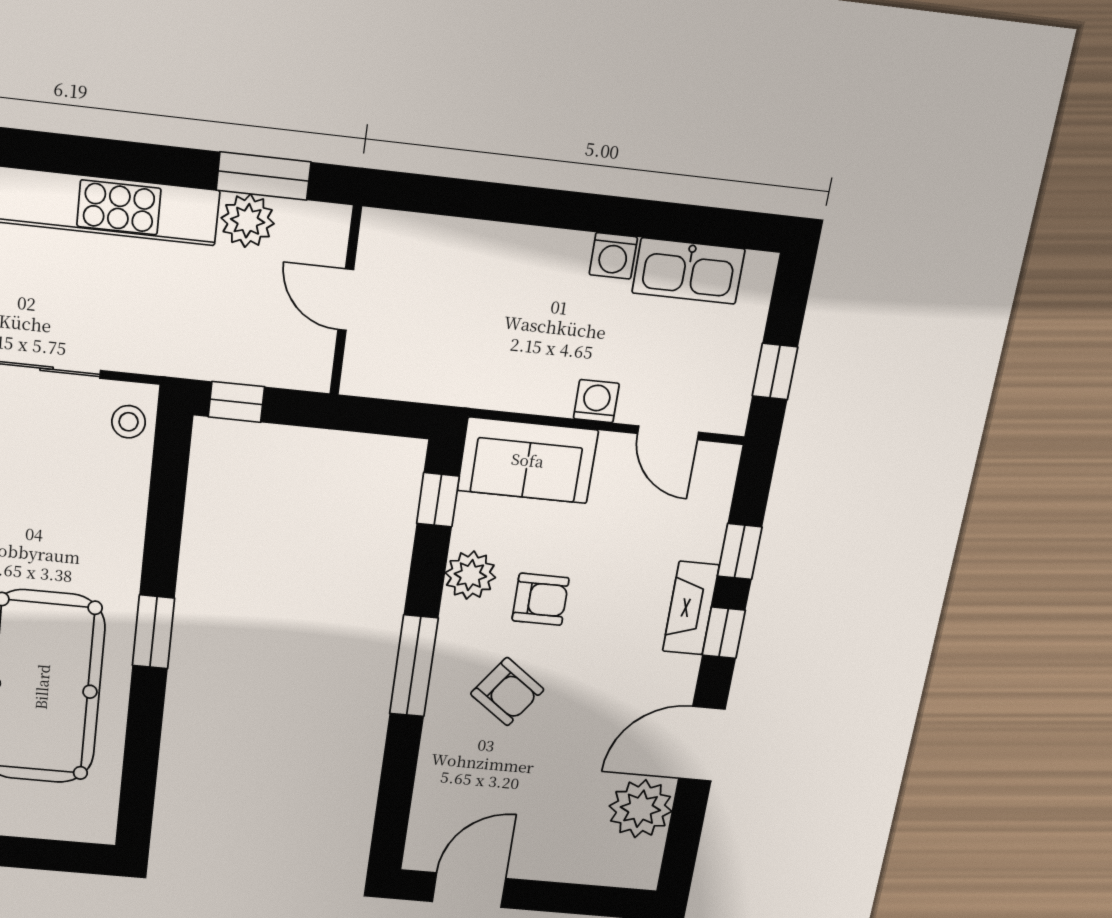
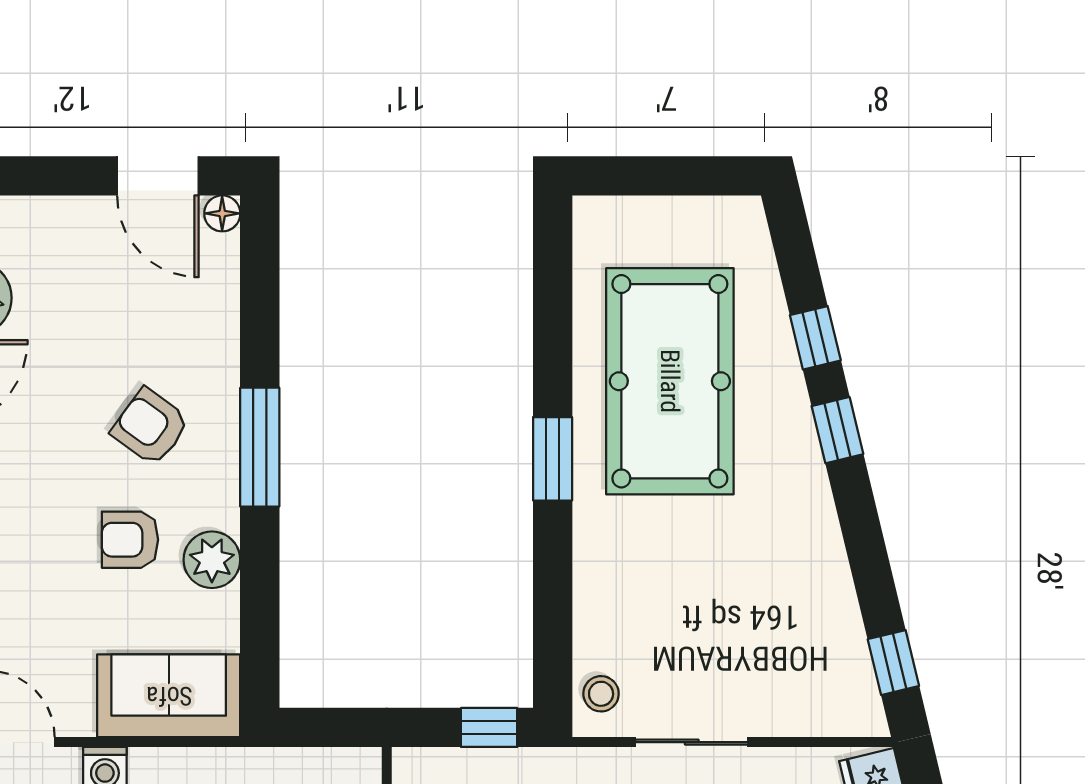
window: (438, 500) -> (260, 642), removed
floor lamp: (419, 857) -> (222, 213), added
door: (469, 890) -> (158, 176), hinge flipped

